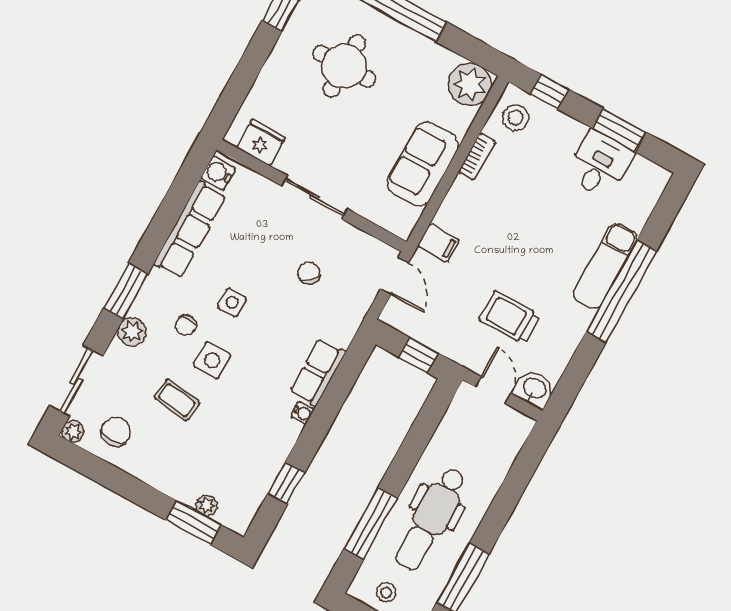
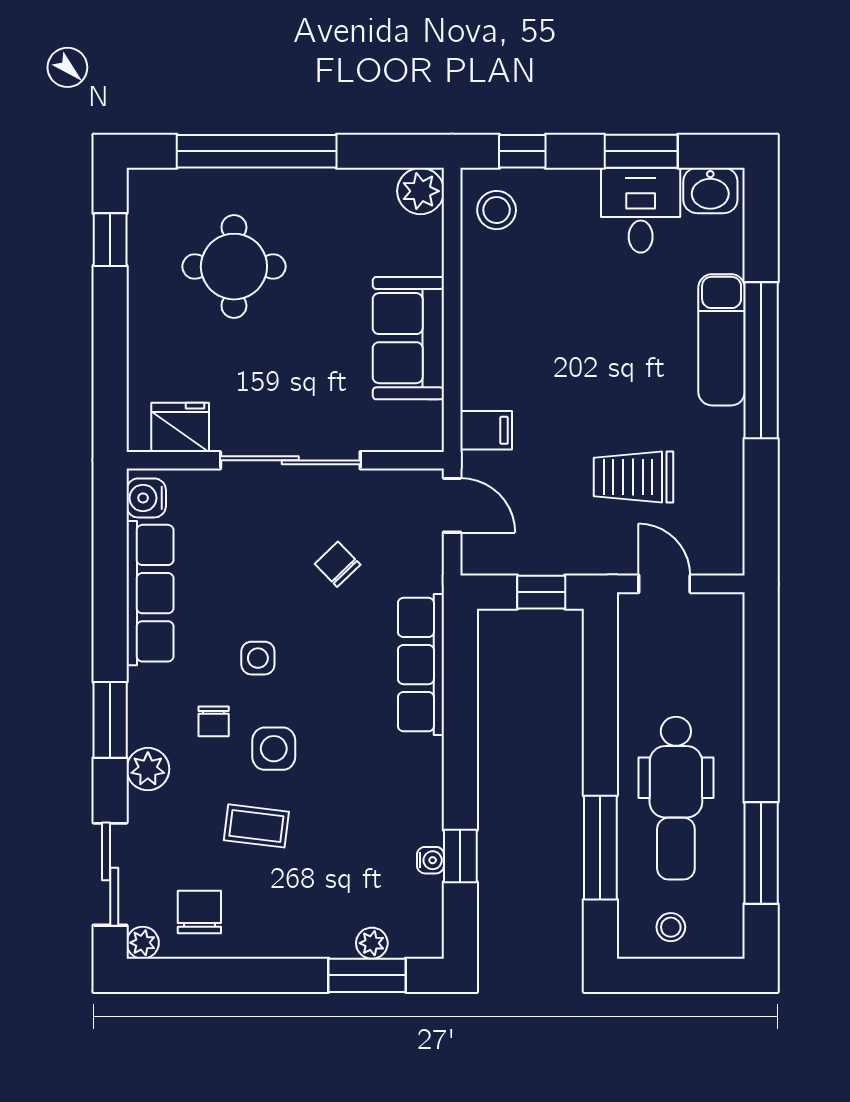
plant: (470, 84) -> (421, 191), width x0.73, depth x0.73
bookcase: (477, 157) -> (474, 289), removed
sliding door: (315, 197) -> (290, 460), width x1.37
row of seats: (318, 372) -> (421, 665), width x1.48
washbasin: (534, 389) -> (710, 191), moved, turned 180
water cooler: (302, 413) -> (430, 860), moved

